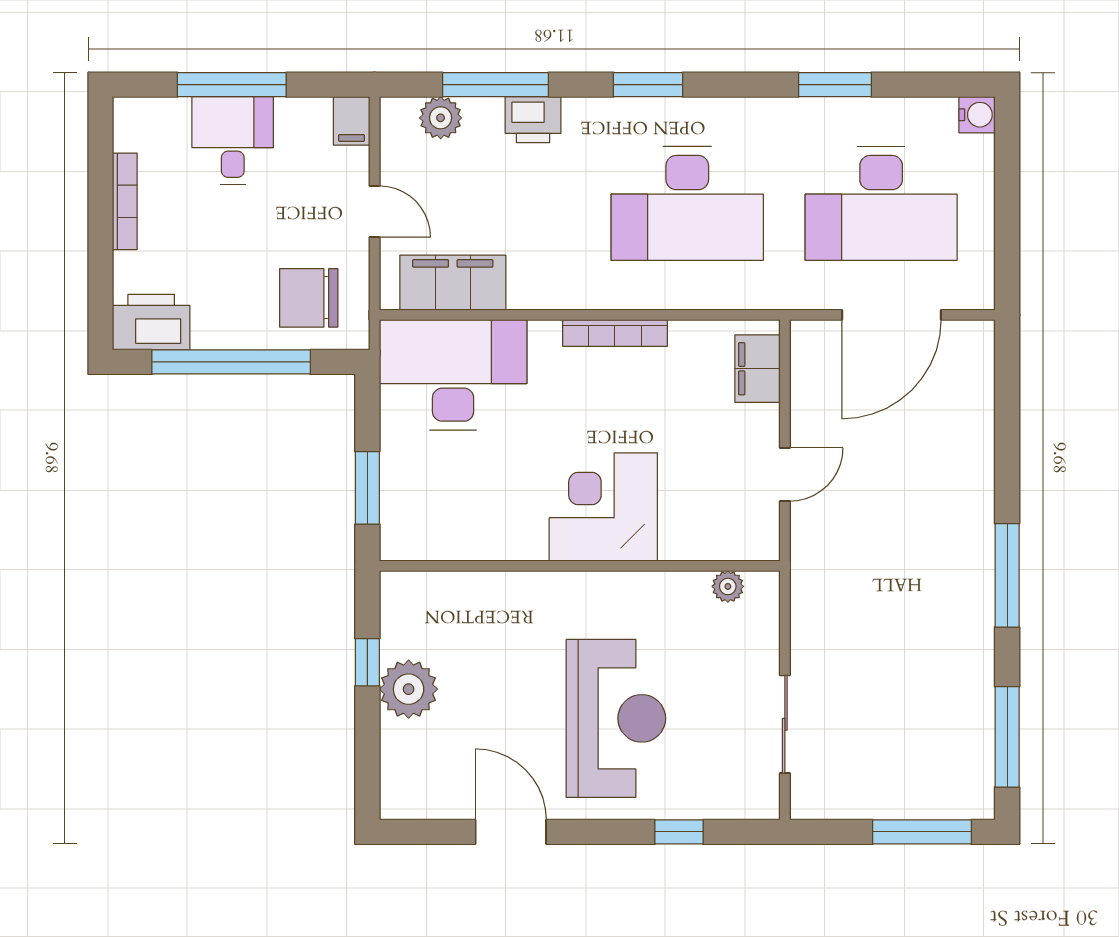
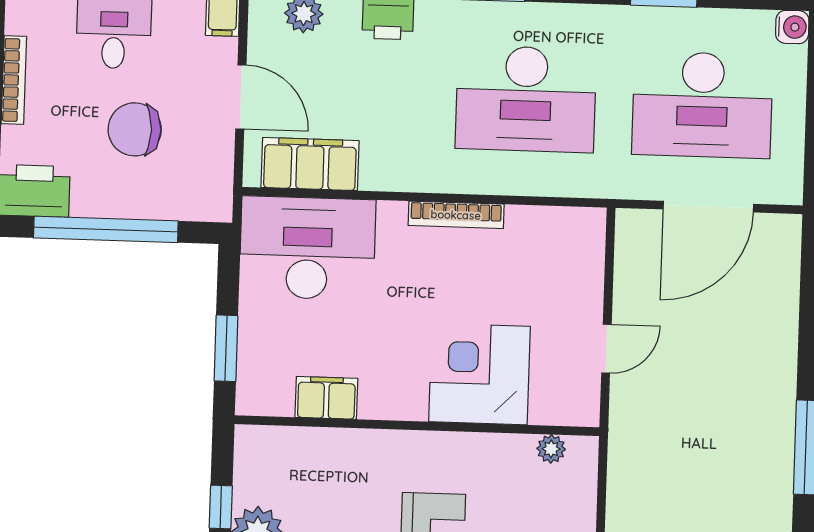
door: (375, 212) -> (241, 97), width x1.37
chair: (309, 298) -> (135, 129), moved
filing cabinet: (758, 369) -> (326, 398), moved, turned 90
corner desk: (603, 507) -> (480, 374), moved

